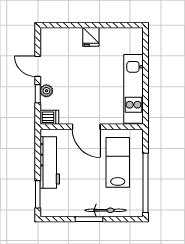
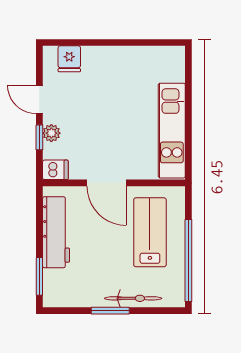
fridge: (91, 37) -> (69, 59), moved

